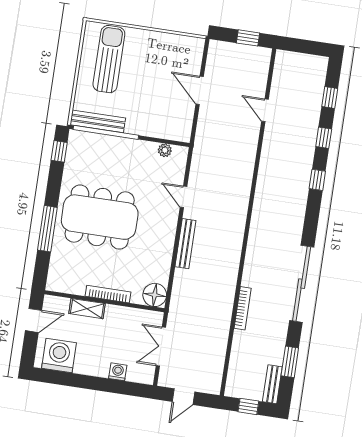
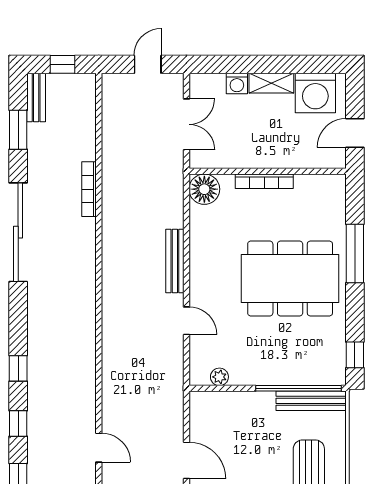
shelving: (87, 309) -> (271, 83), moved

